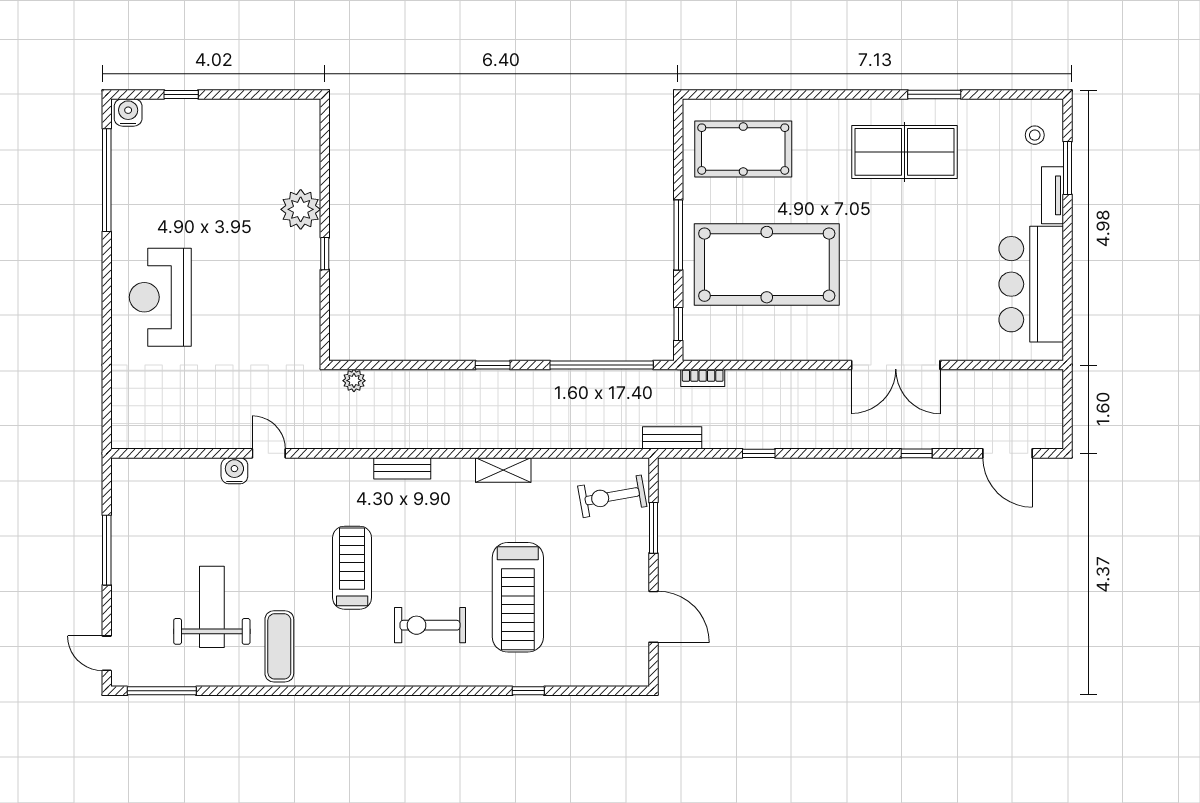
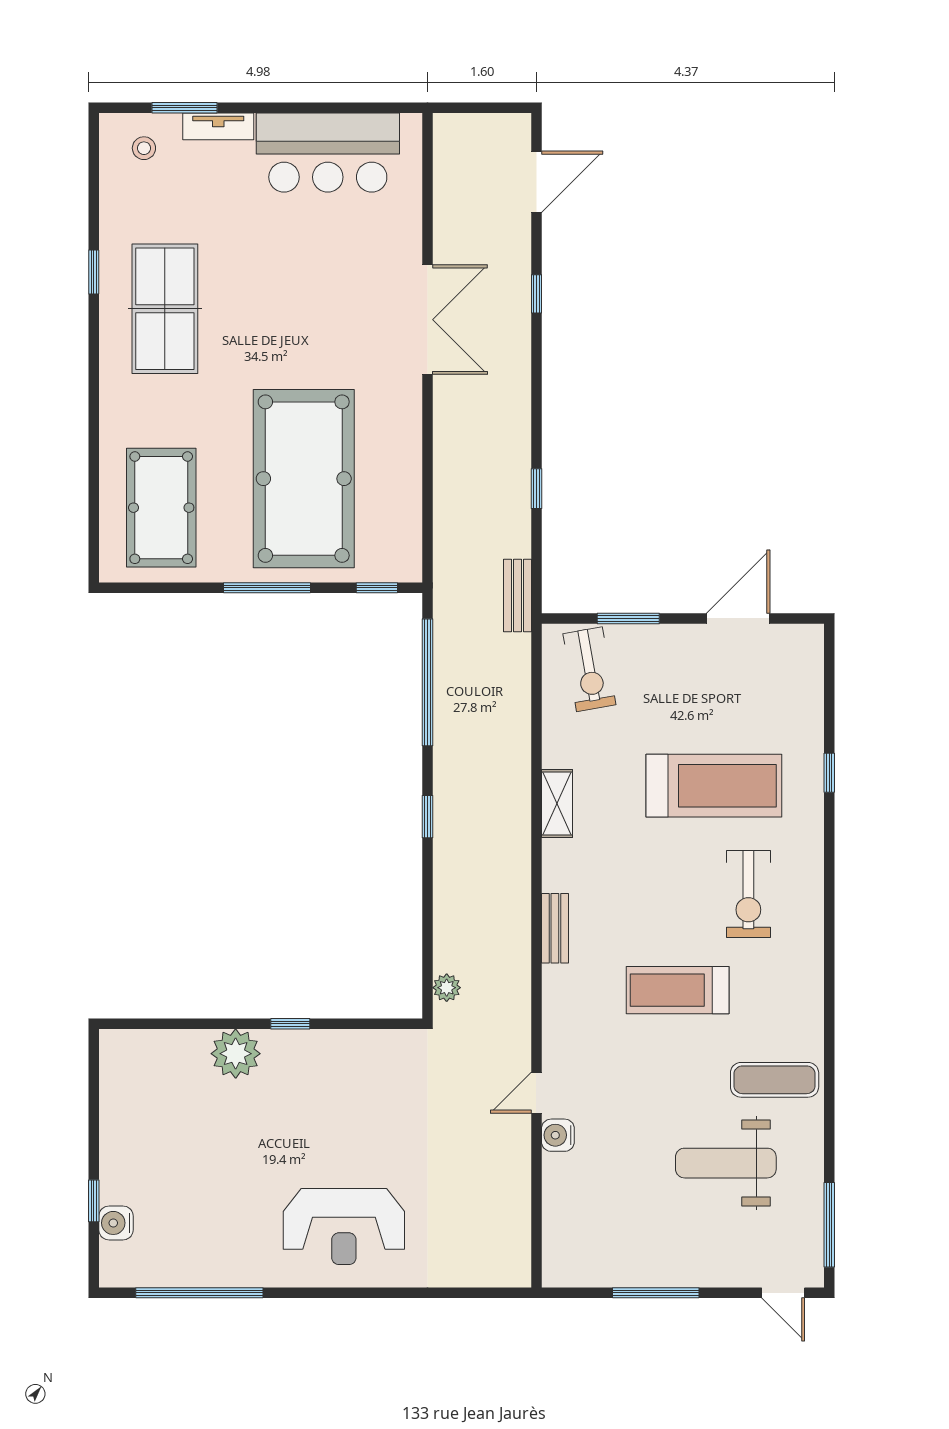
window: (934, 94) -> (94, 272), width x0.67
water cooler: (128, 112) -> (116, 1223), moved
bookcase: (703, 378) -> (443, 558), removed
door: (107, 653) -> (783, 1293), hinge flipped

